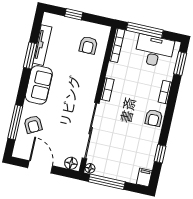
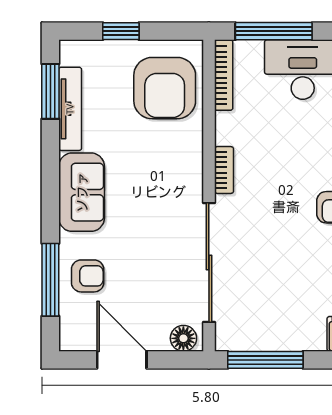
armchair: (88, 45) -> (165, 88), width x1.88, depth x1.88
window: (30, 56) -> (50, 91), moved
armchair: (33, 124) -> (88, 276), turned -62
floor lamp: (90, 168) -> (225, 340), removed

